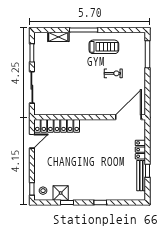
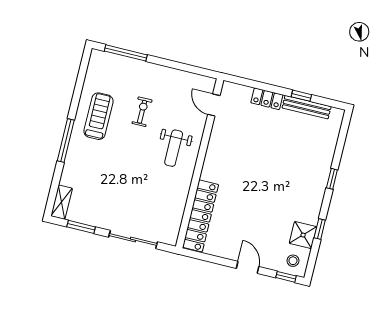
shelving: (58, 37) -> (62, 202), moved
weight bench: (95, 99) -> (174, 148), added
door: (128, 117) -> (214, 105), width x0.53
door: (32, 141) -> (248, 267), moved

